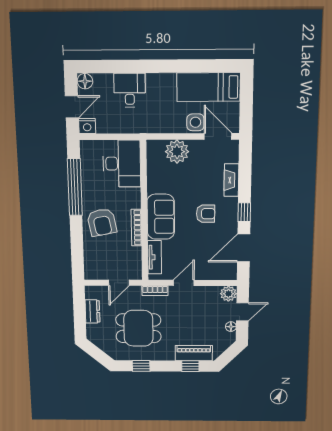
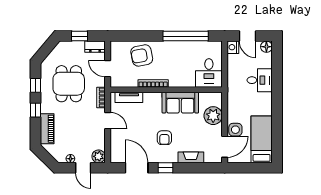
desk: (122, 164) -> (209, 73), width x0.73
sofa: (161, 217) -> (180, 103), moved
armchair: (102, 222) -> (142, 55), moved
dresser: (92, 311) -> (95, 47), moved
window: (80, 316) -> (80, 36), added
window: (190, 366) -> (36, 110), moved

